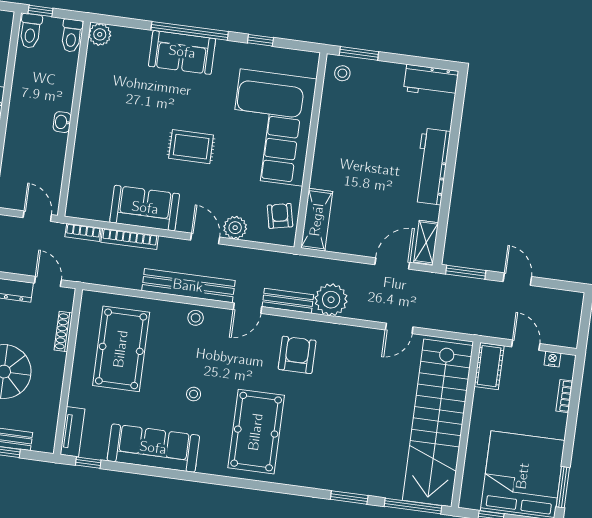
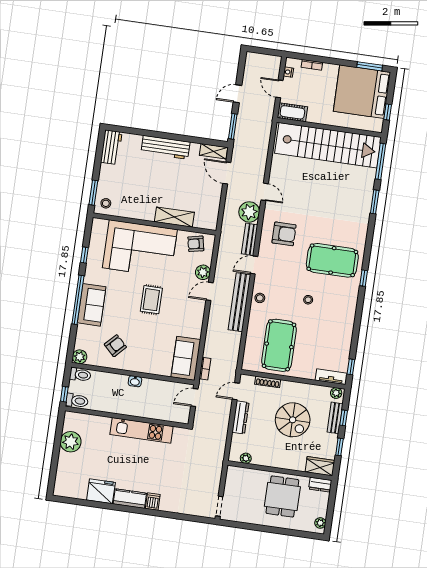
armchair: (118, 91) -> (115, 346), added
sofa: (145, 208) -> (186, 358), moved
shelving: (317, 220) -> (174, 217), moved
bookcase: (130, 239) -> (209, 339), removed
door: (248, 308) -> (254, 265), swing flipped
door: (399, 328) -> (265, 192), moved
door: (526, 345) -> (279, 89), hinge flipped
pool table: (121, 349) -> (279, 345), turned 90
armchair: (297, 355) -> (284, 234), turned 180
plant: (47, 440) -> (336, 393), added
sofa: (153, 448) -> (342, 326), removed
window: (228, 481) -> (364, 278), added

